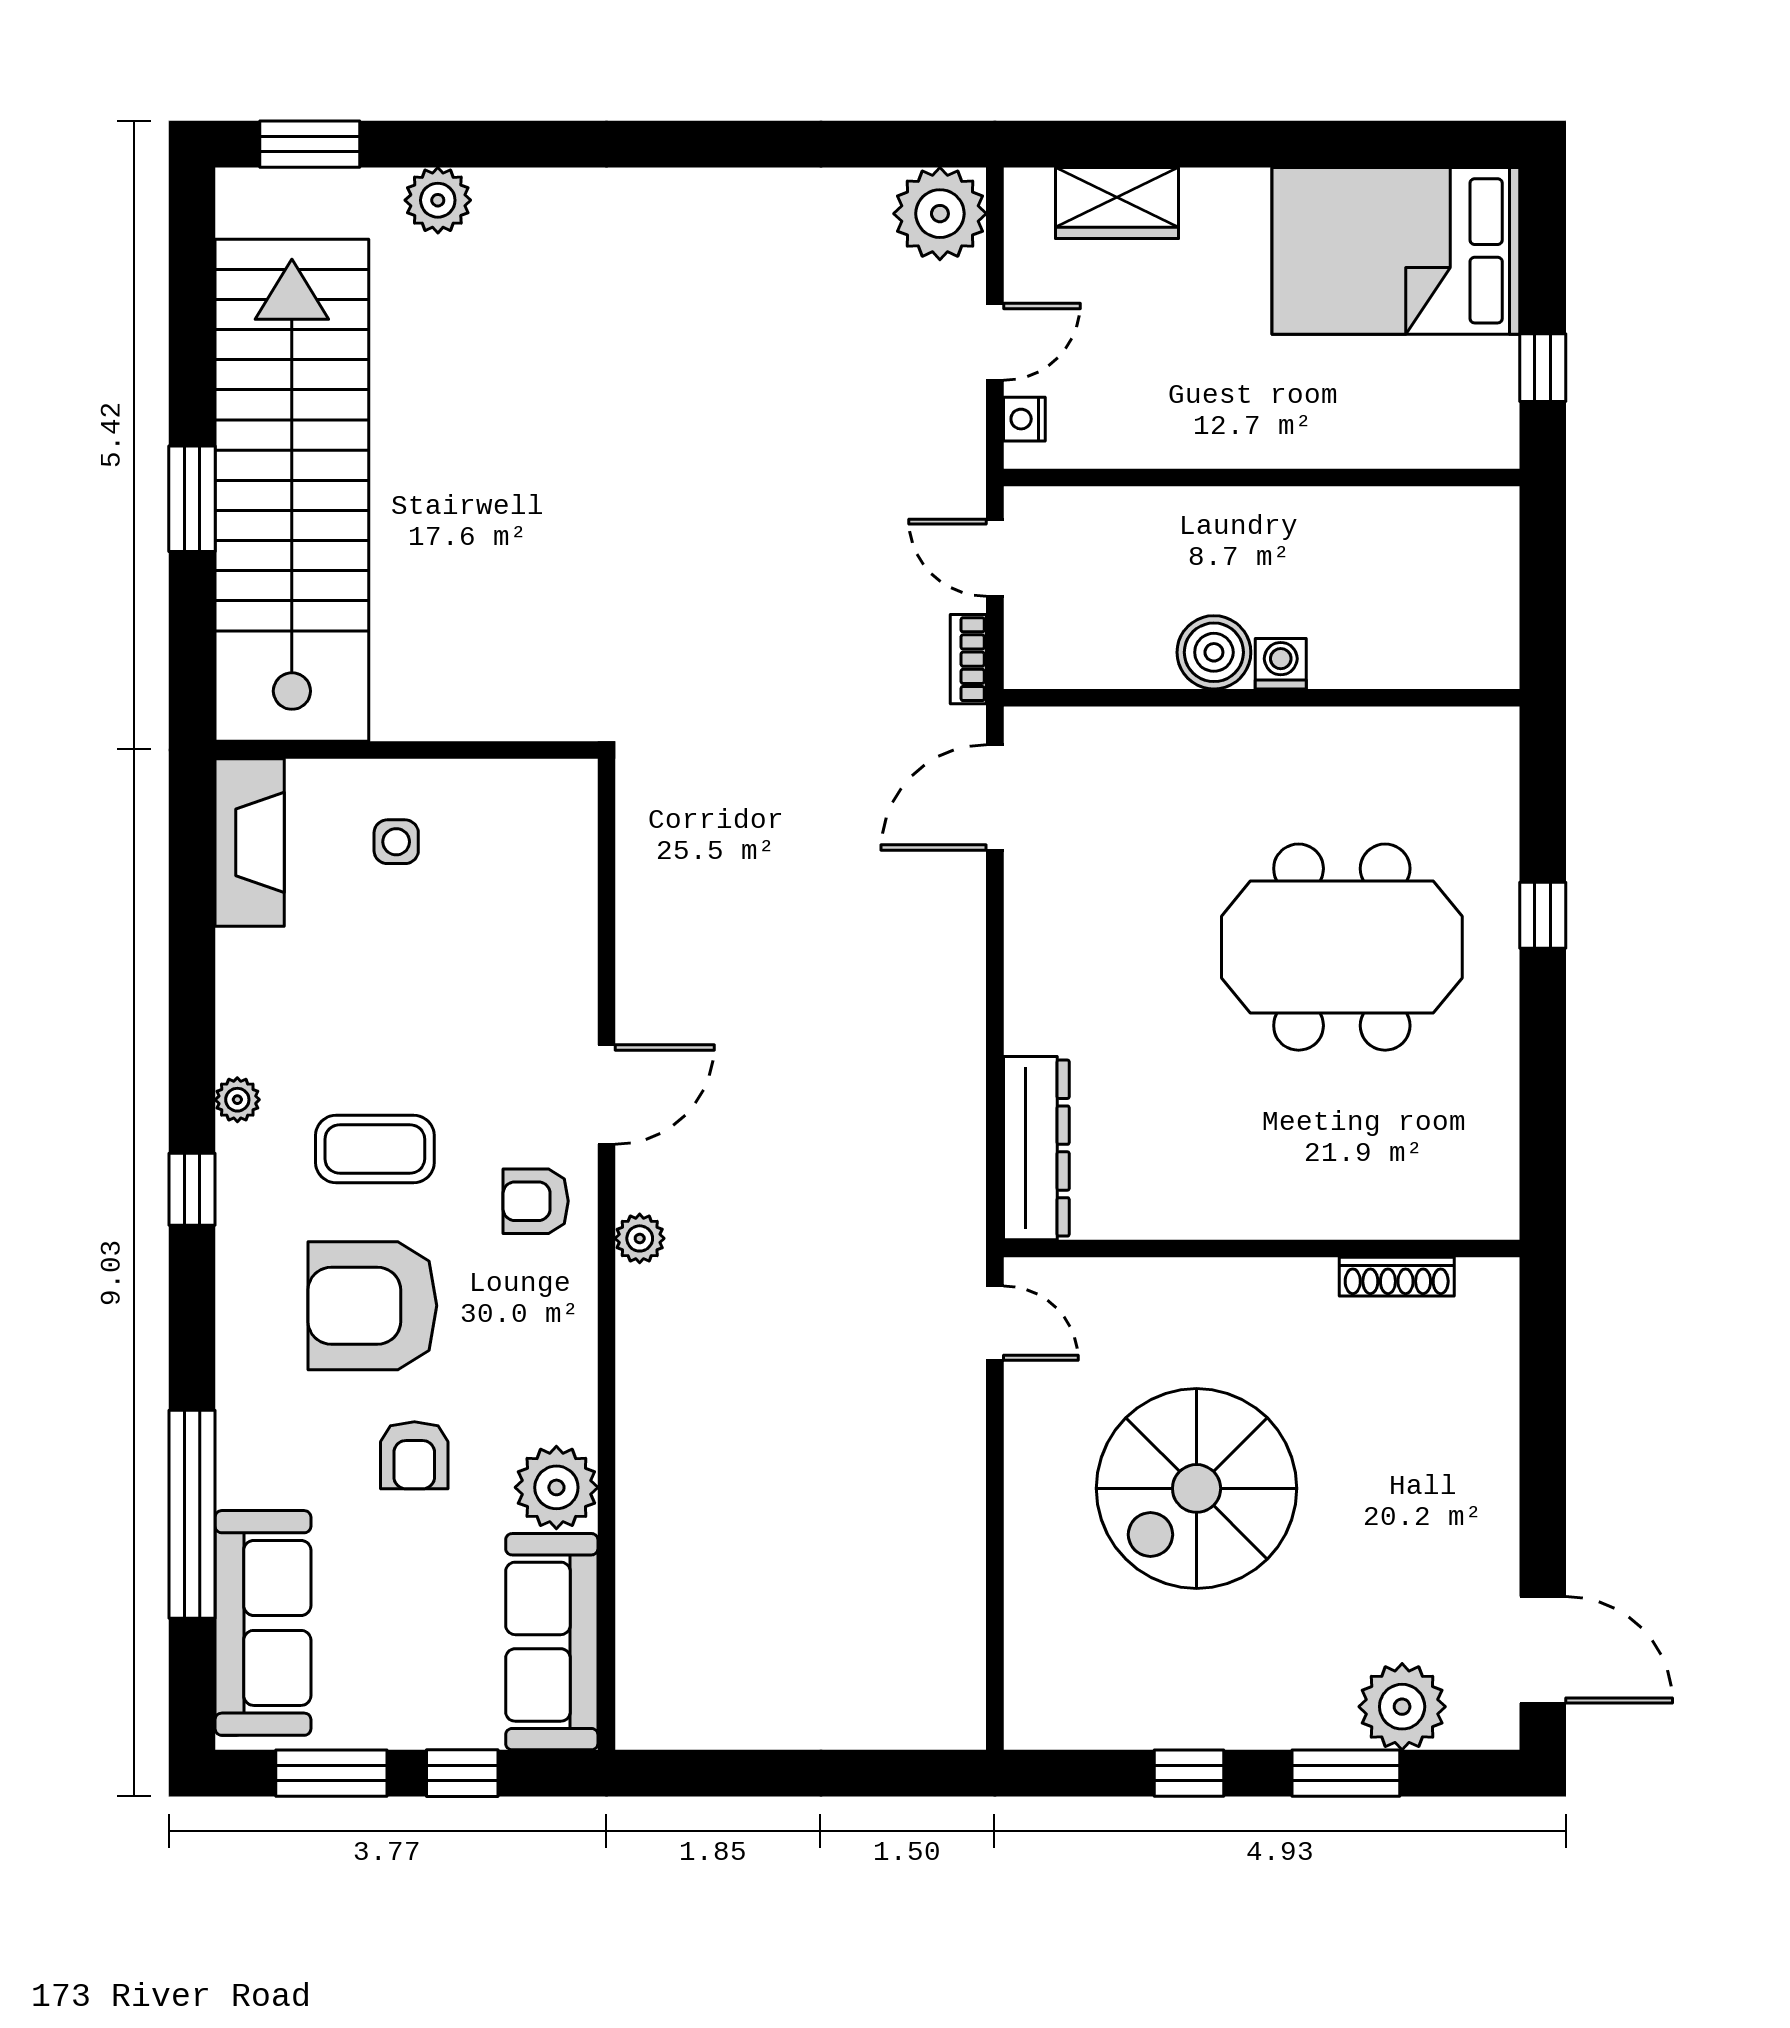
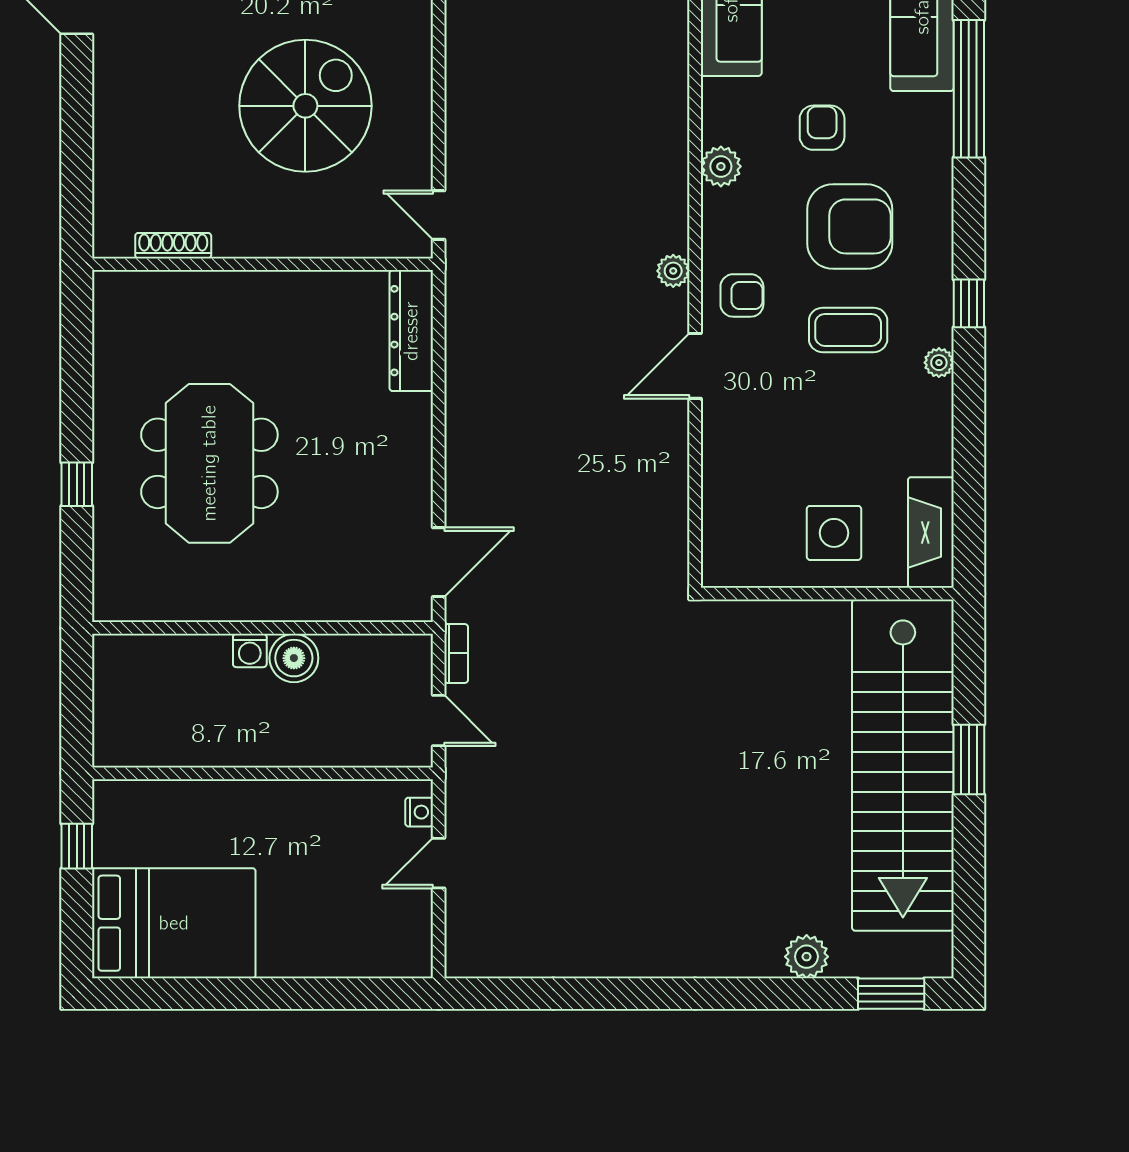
wardrobe: (1117, 203) -> (358, 955), removed
plant: (940, 214) -> (475, 948), removed
side table: (396, 842) -> (834, 533), width x1.87, depth x1.87
meeting table: (1342, 947) -> (209, 463), turned 90
plant: (556, 1487) -> (721, 166), moved, width x0.73, depth x0.73

